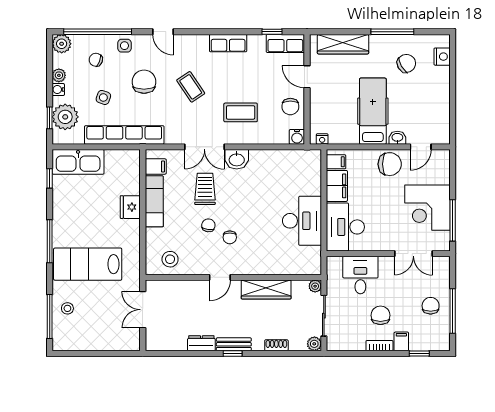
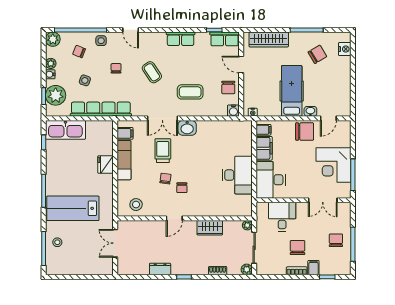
chair: (144, 82) -> (116, 68), width x0.54, depth x0.54
wardrobe: (266, 289) -> (210, 228), width x0.67
bench: (234, 344) -> (185, 270), removed

